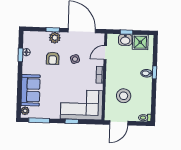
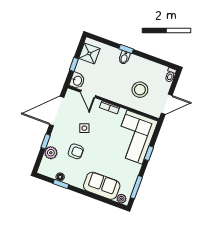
plant: (55, 38) -> (51, 153), moved
washbasin: (125, 40) -> (77, 81), moved
door: (119, 123) -> (167, 104), hinge flipped

